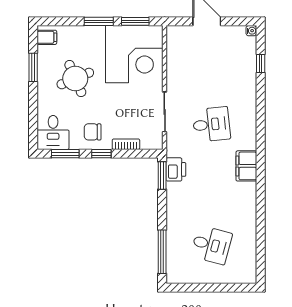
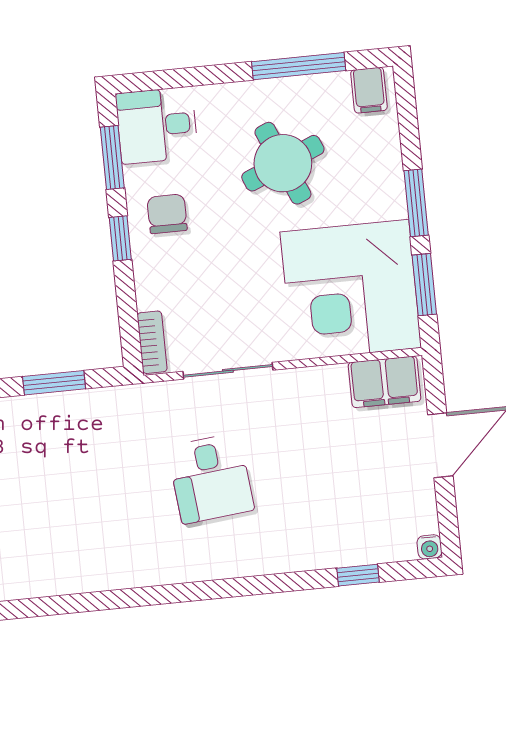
window: (33, 67) -> (299, 66), width x1.44
bookcase: (126, 144) -> (152, 342), moved
filing cabinet: (246, 166) -> (385, 382), moved, turned 180
printer: (176, 169) -> (102, 409), removed
window: (162, 176) -> (54, 383), moved

